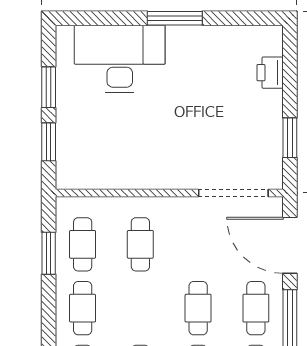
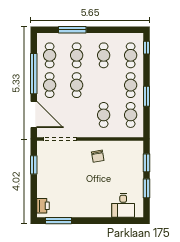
window: (175, 18) -> (58, 221), moved
desk: (120, 59) -> (123, 205), width x0.53, depth x0.77
printer: (270, 73) -> (43, 206), moved
chair: (153, 156) -> (98, 156), added
window: (49, 253) -> (147, 96), moved

